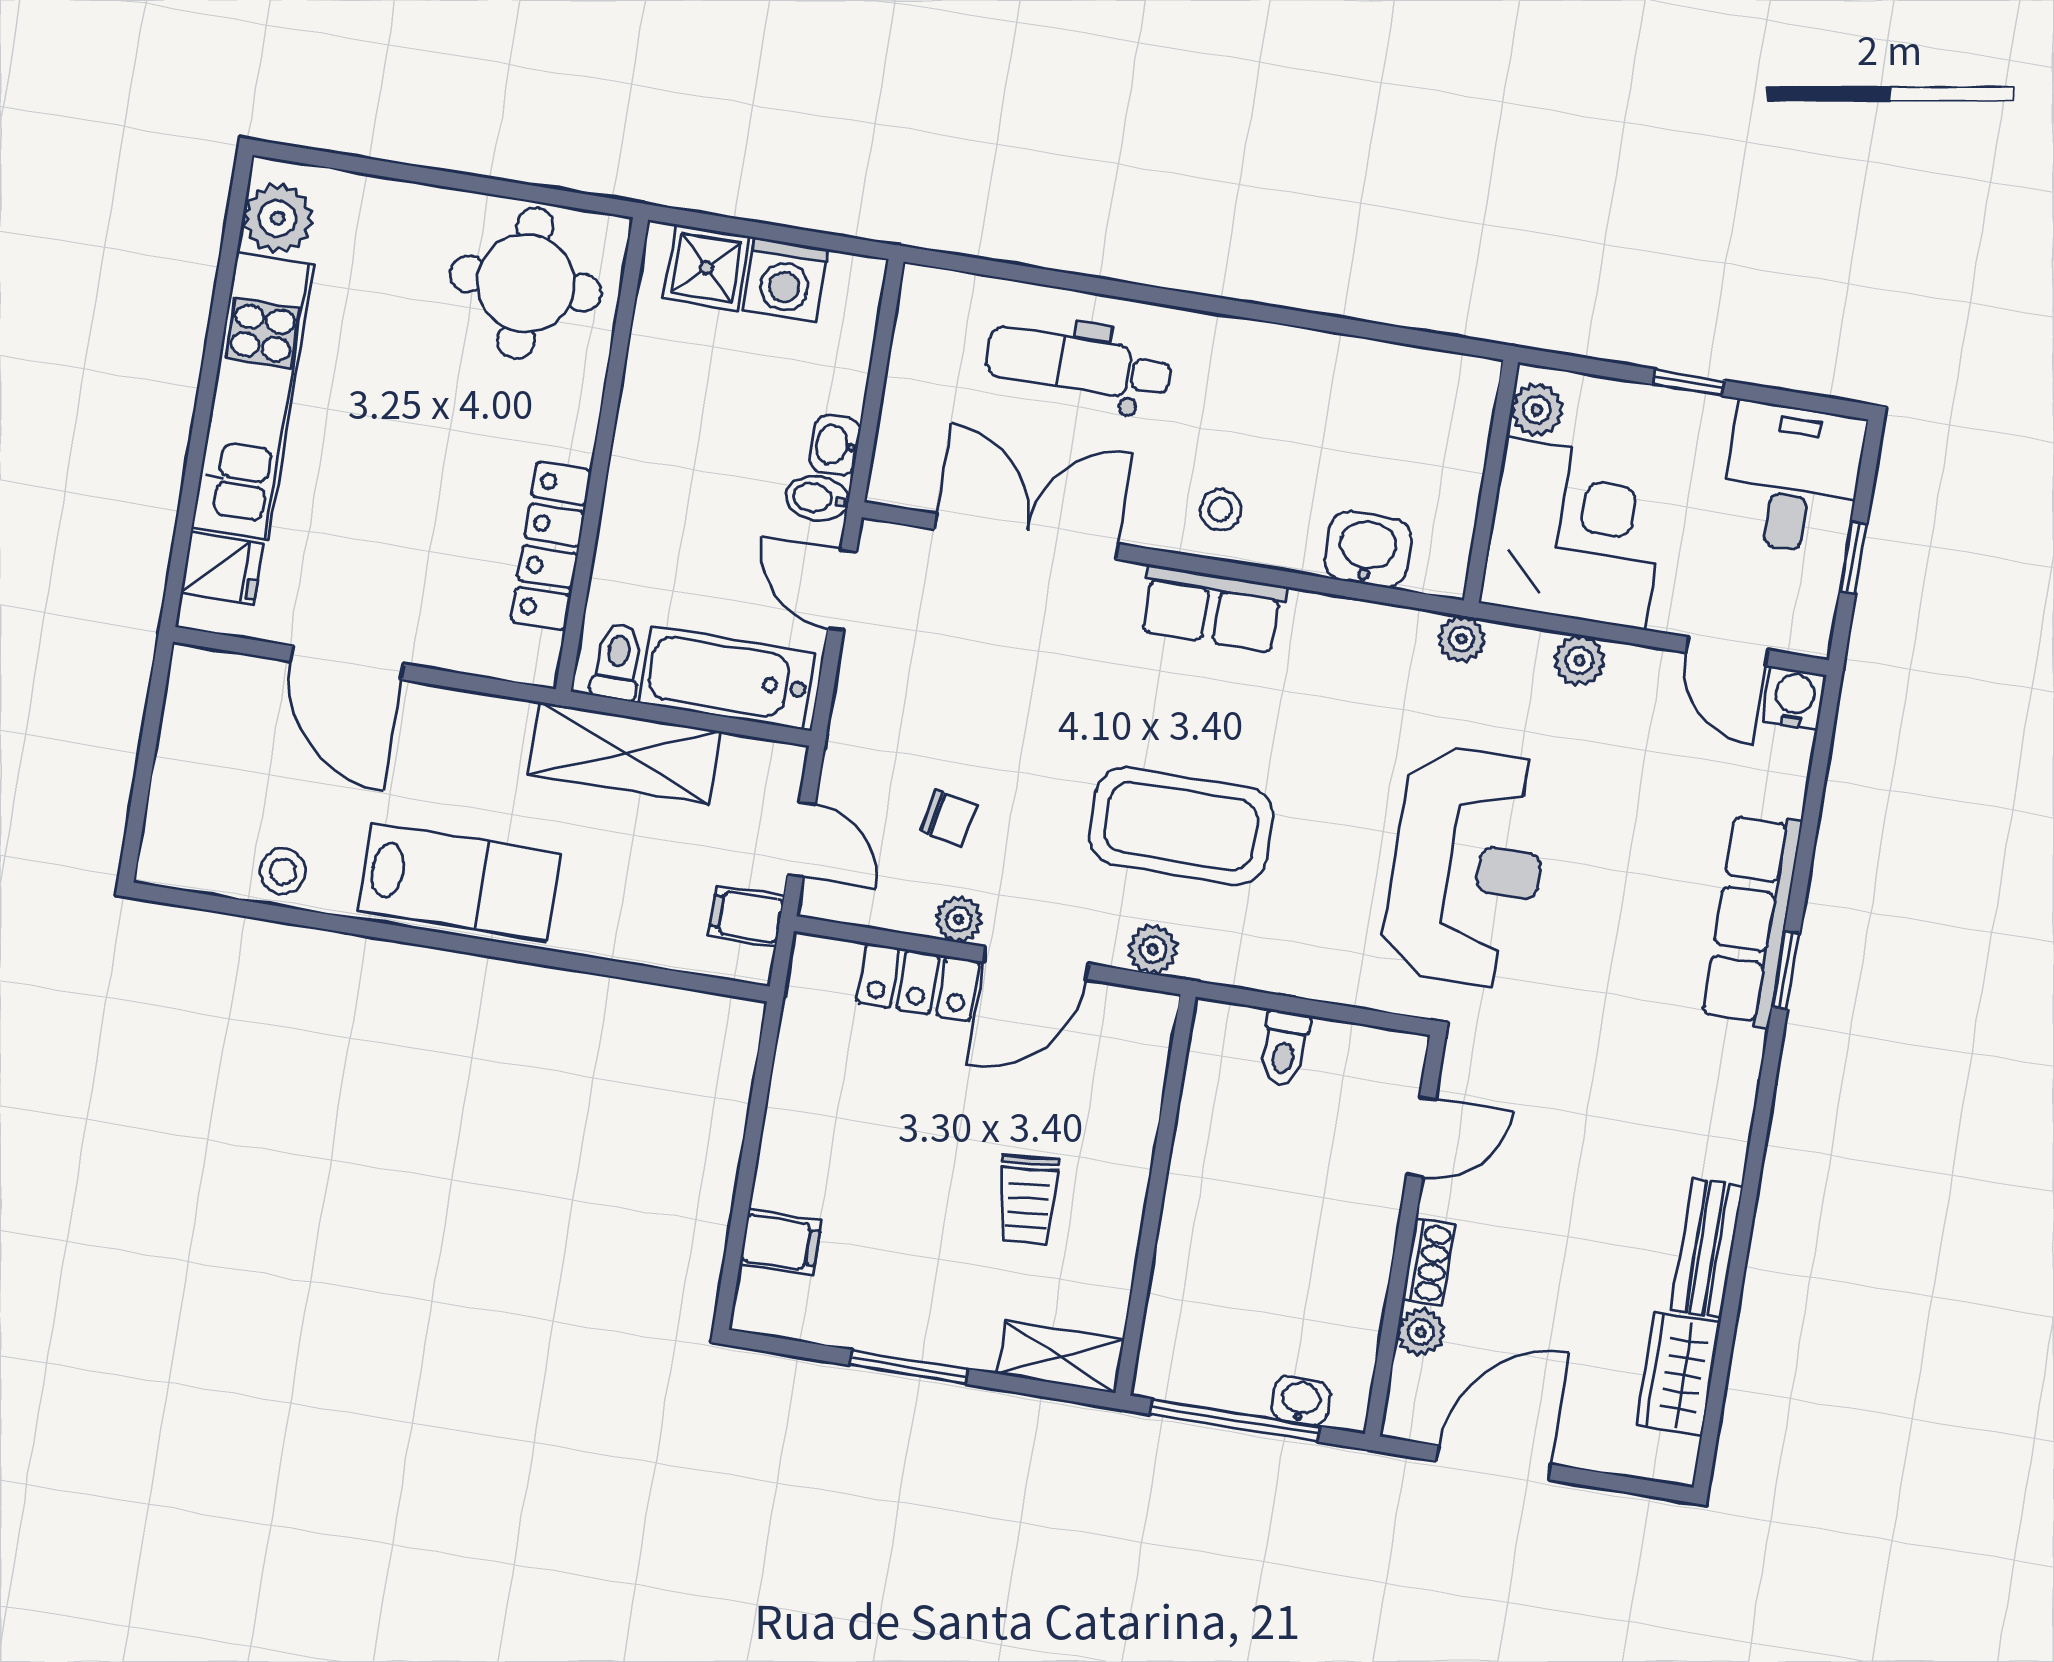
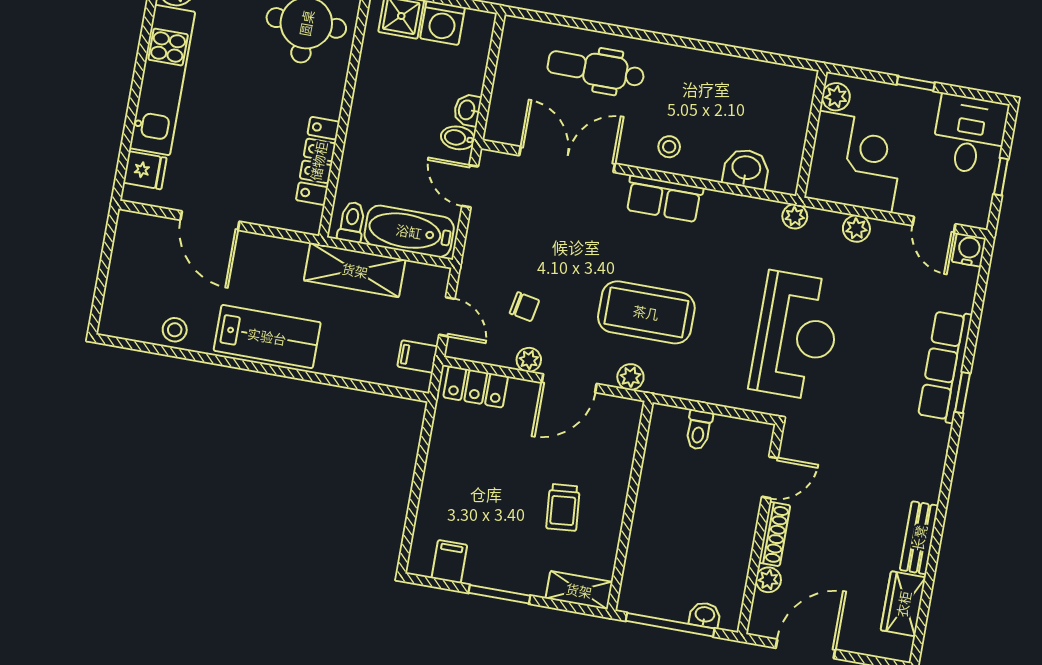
locker: (918, 982) -> (476, 387), moved
filing cabinet: (781, 1243) -> (449, 562), moved, turned -90
shoe rack: (1428, 1262) -> (774, 534), width x1.43

